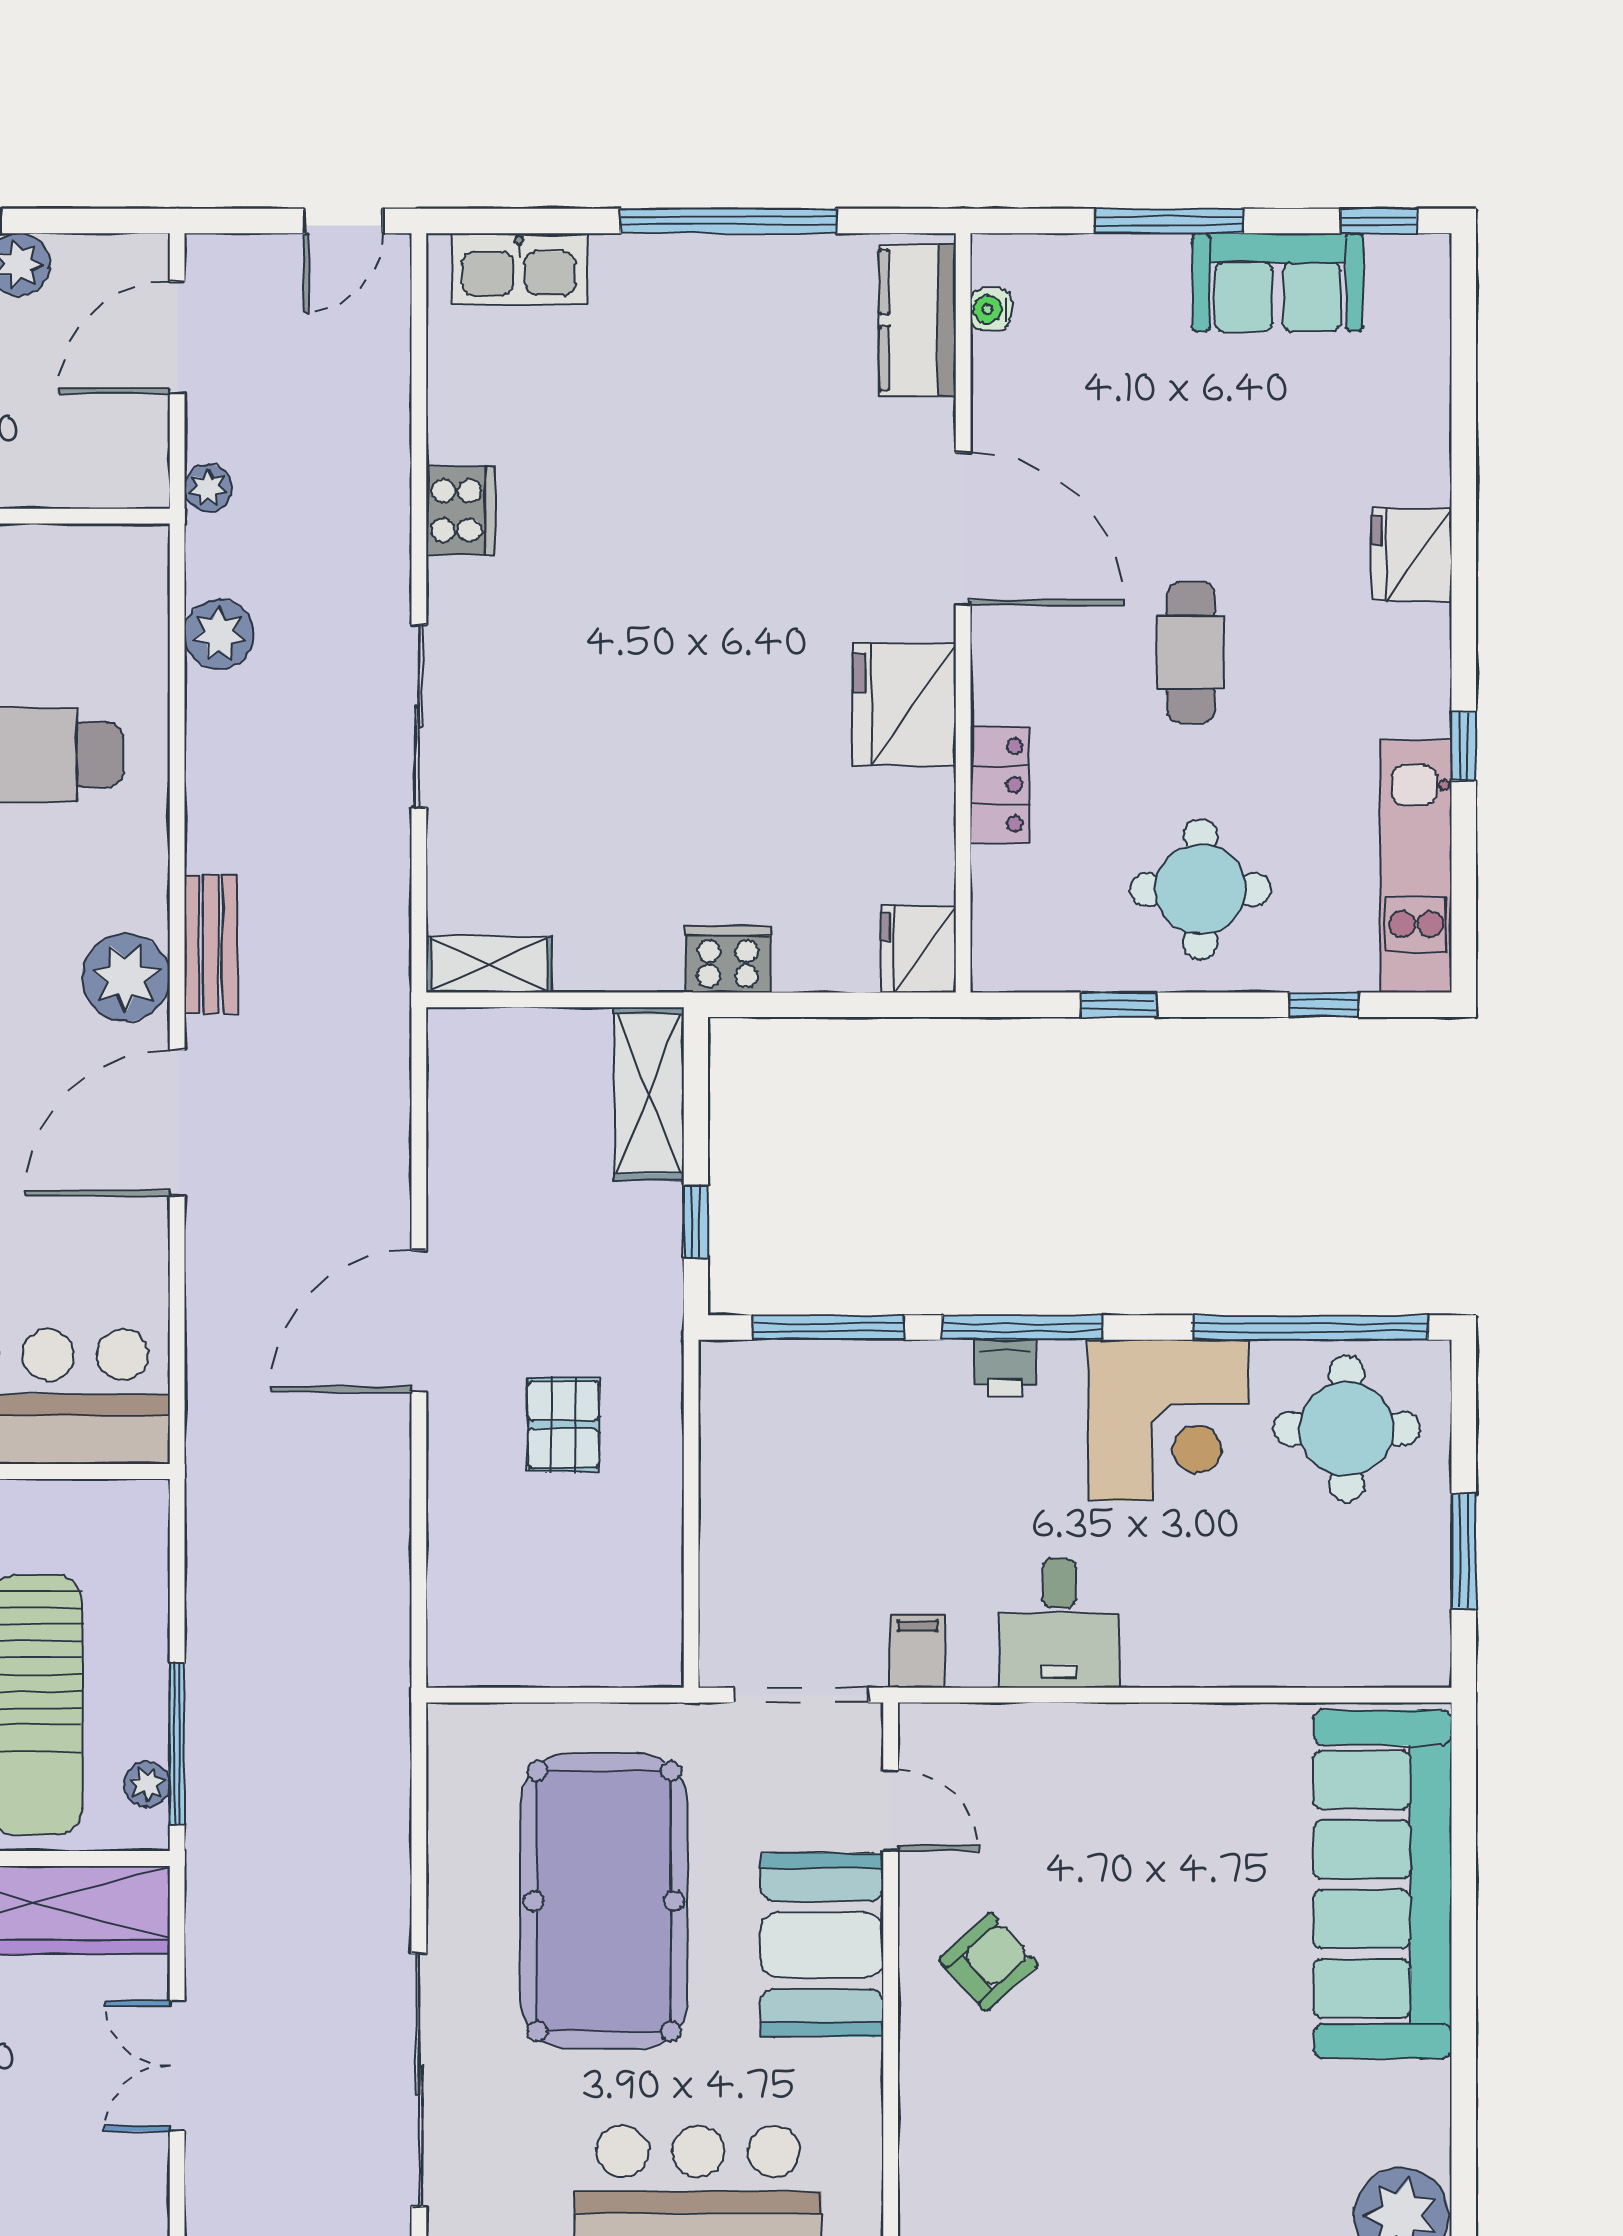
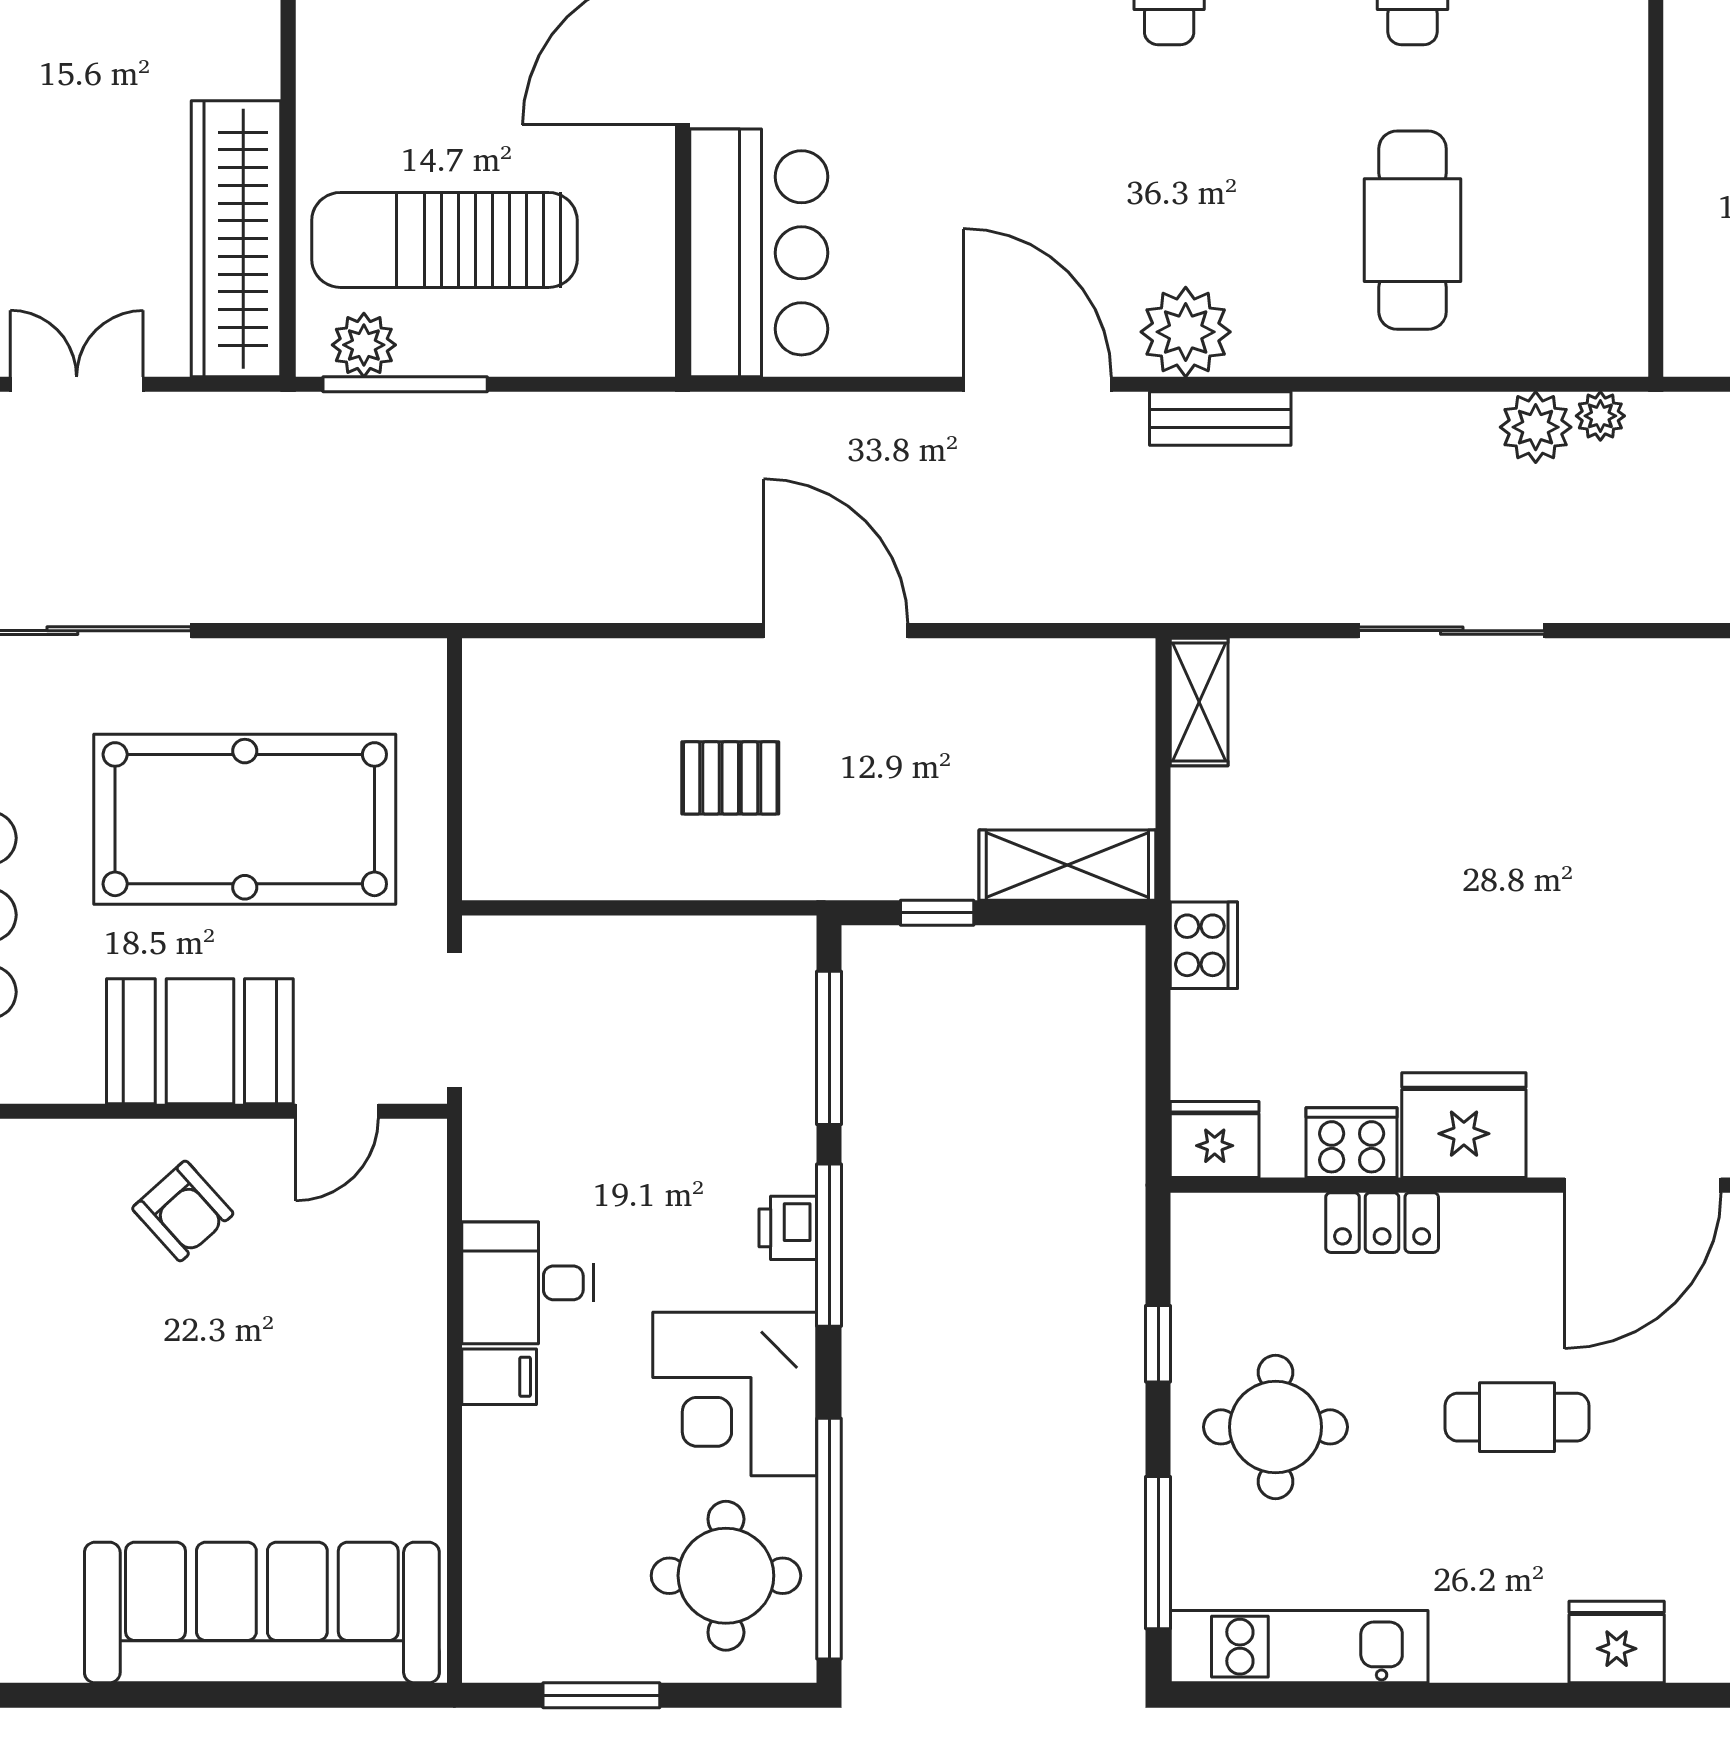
plant: (208, 488) -> (1600, 416), moved
cooker: (461, 510) -> (1352, 1143), moved, turned 180
window: (1464, 746) -> (1422, 1695), removed
window: (1324, 1005) -> (1158, 1553), width x2.17
filing cabinet: (918, 1651) -> (499, 1377), moved
plant: (147, 1784) -> (364, 345), width x1.38, depth x1.38

